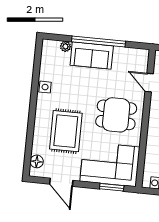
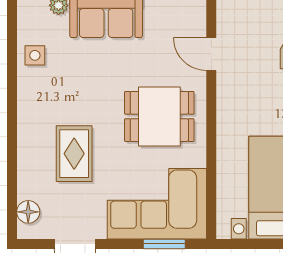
side table: (45, 87) -> (35, 55), moved
rug: (66, 131) -> (74, 154), width x0.73, depth x0.70

